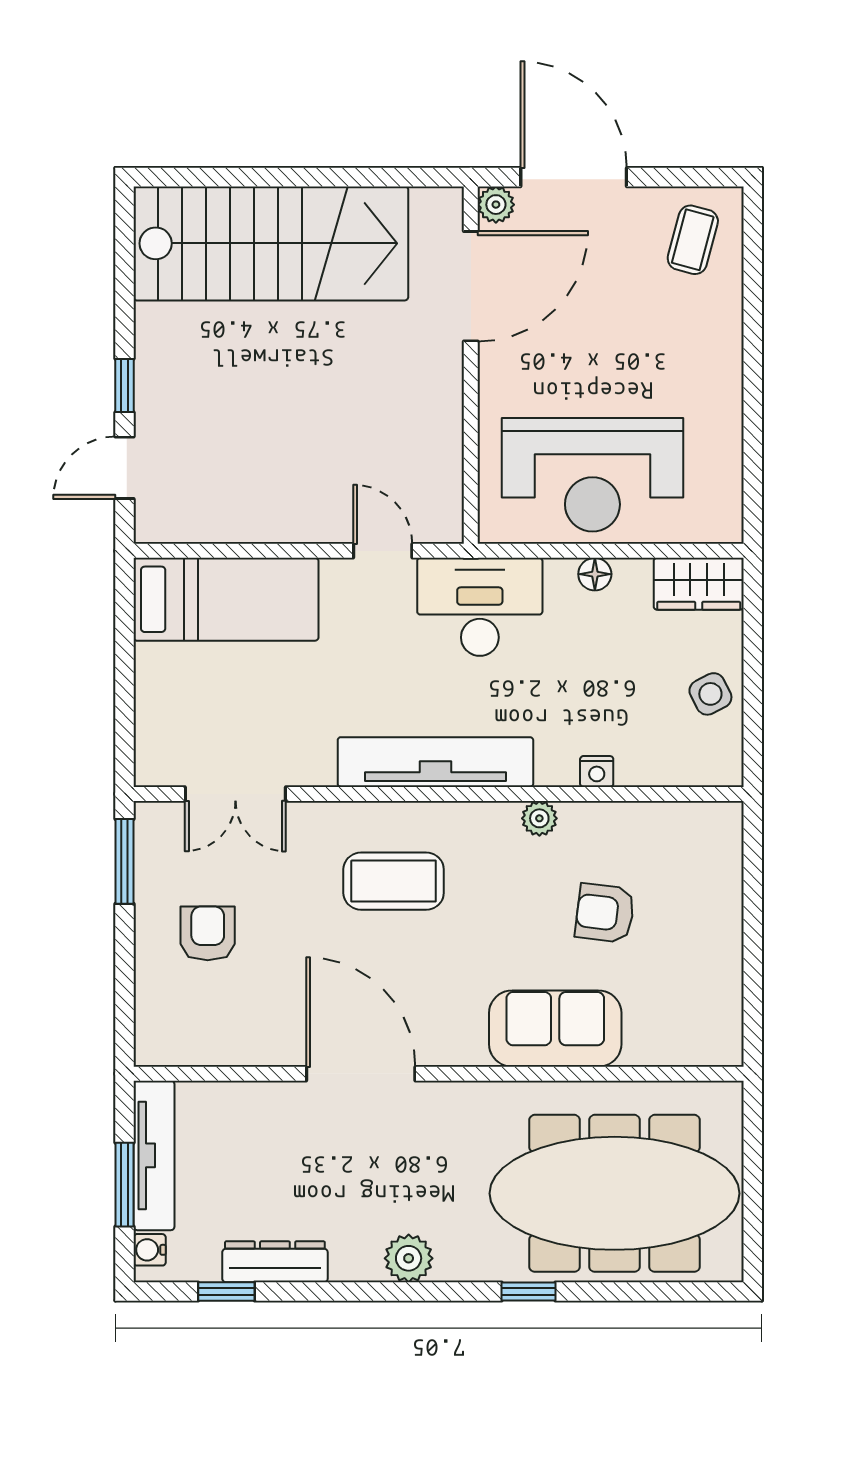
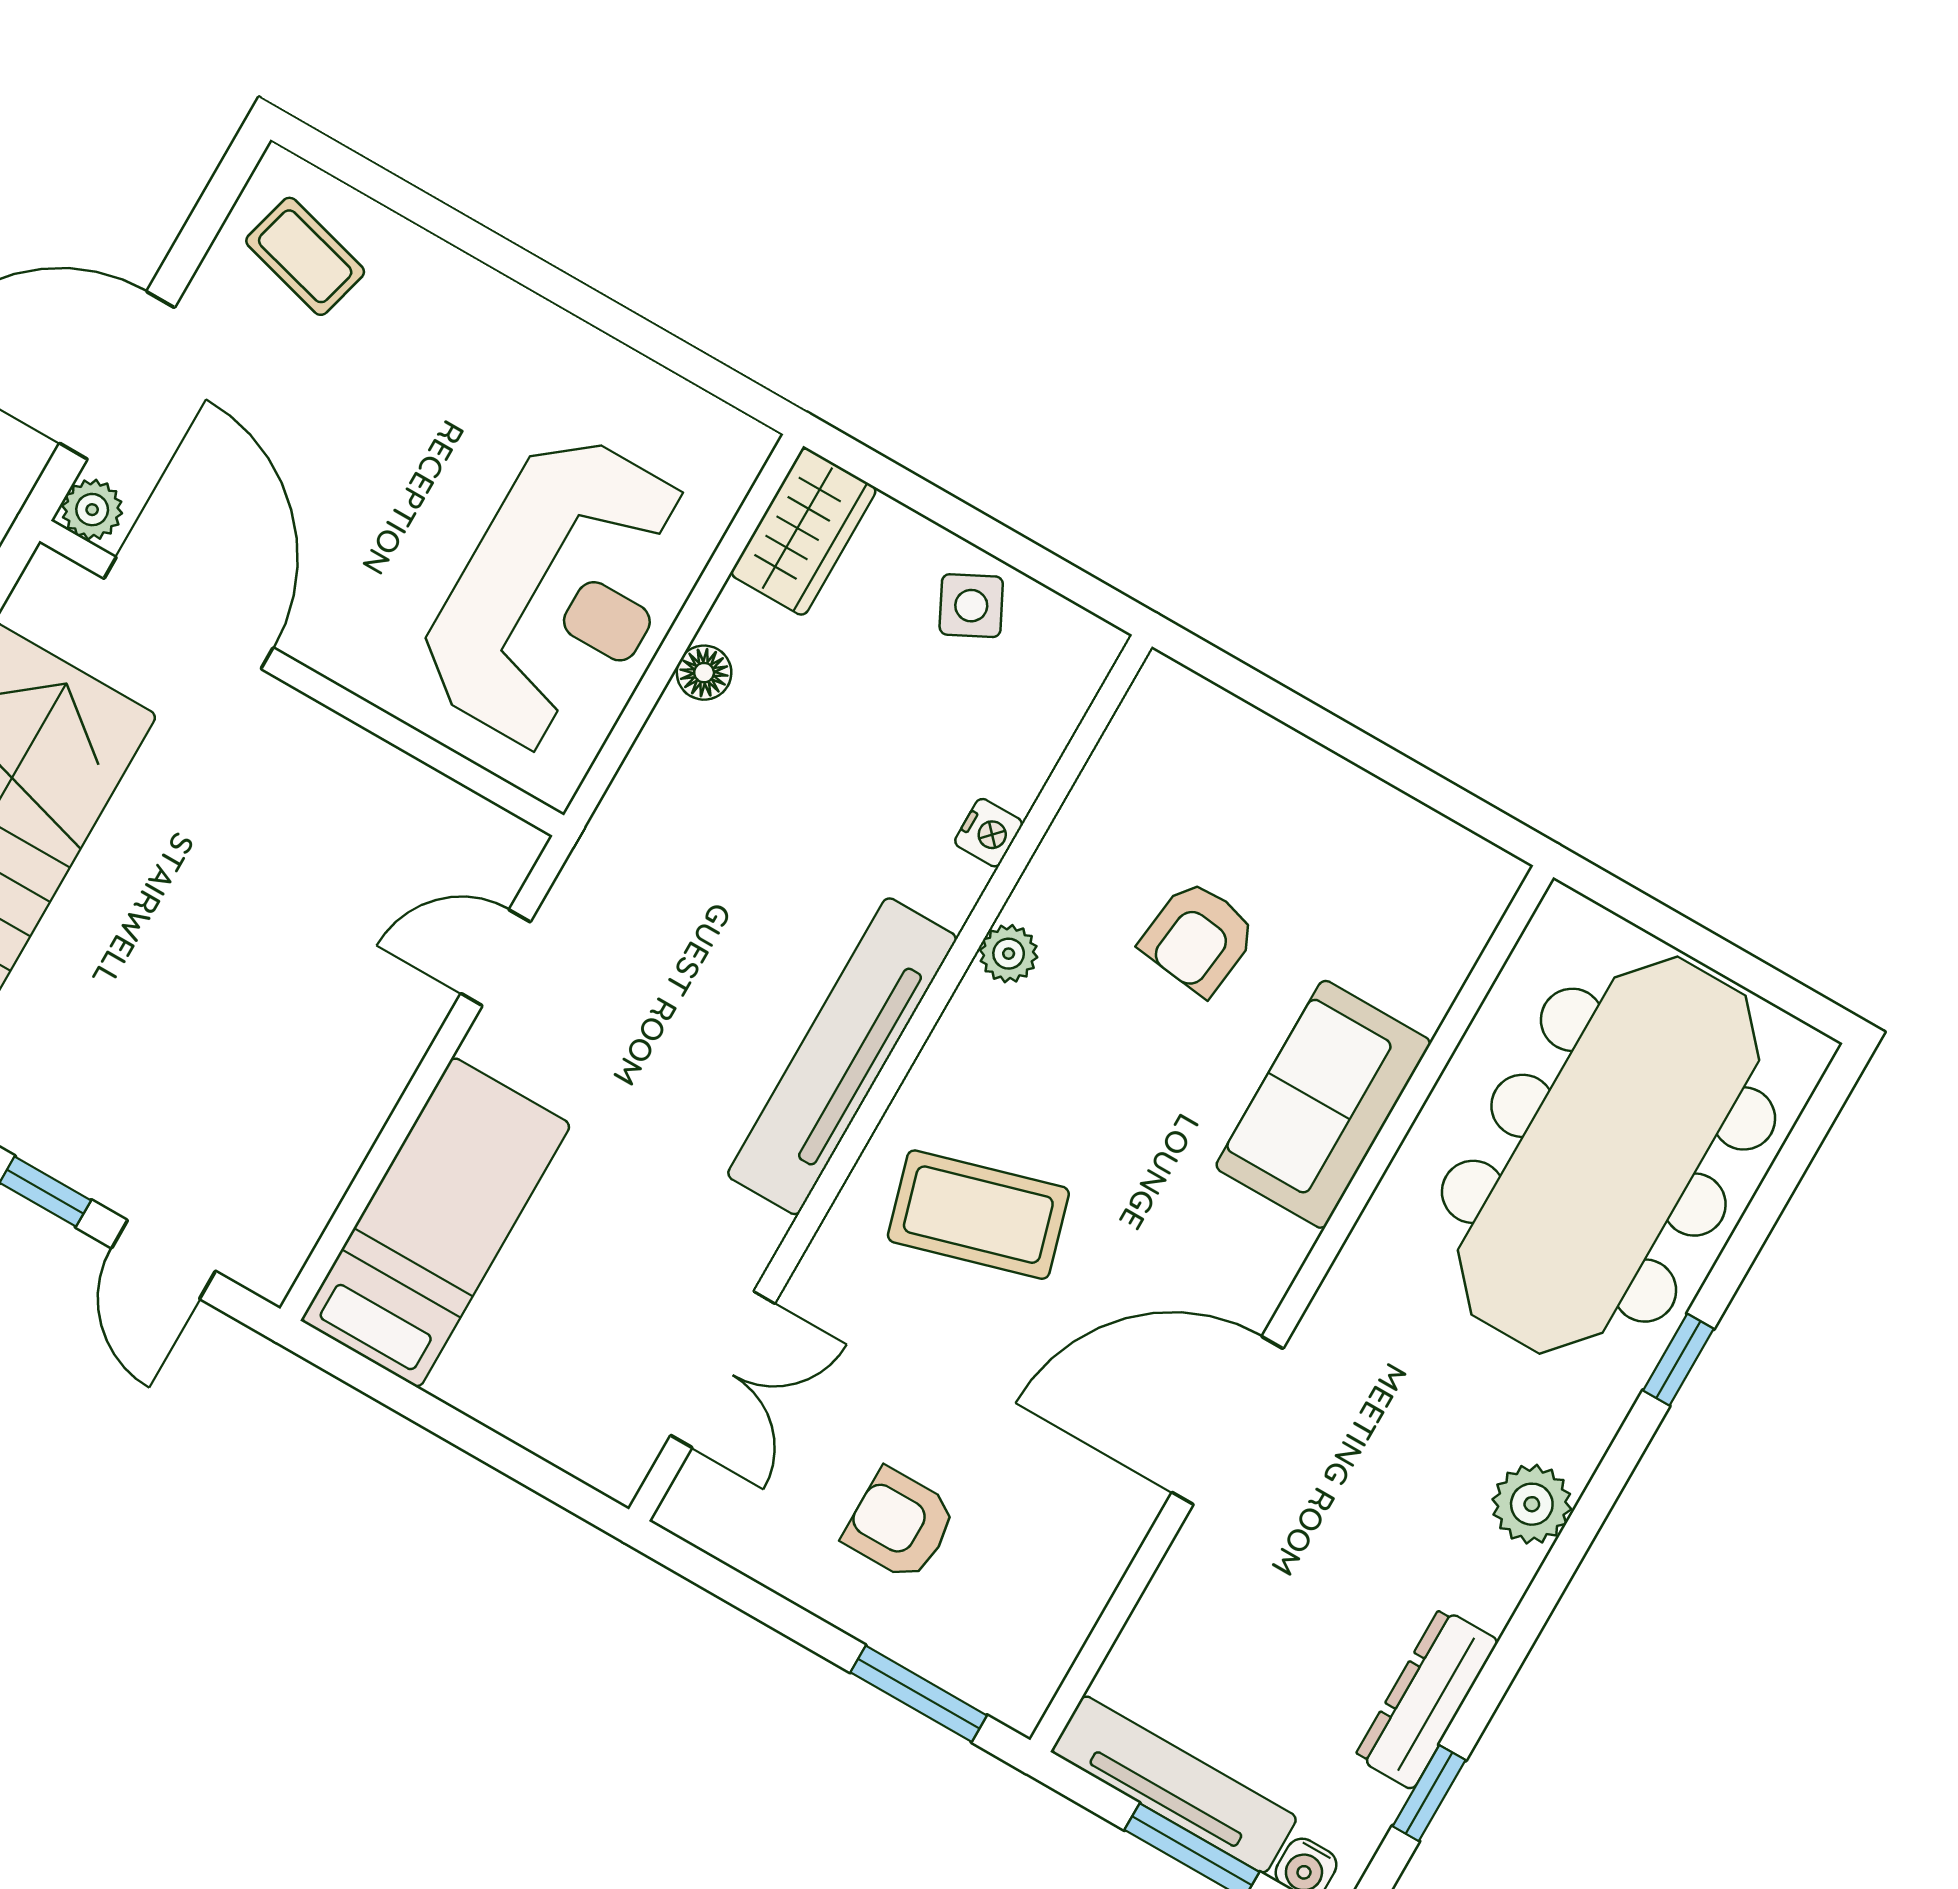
desk: (480, 607) -> (656, 865), removed
window: (125, 861) -> (919, 1694), moved
coffee table: (394, 881) -> (978, 1215), turned 74

